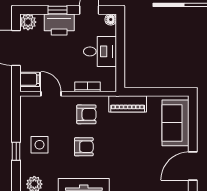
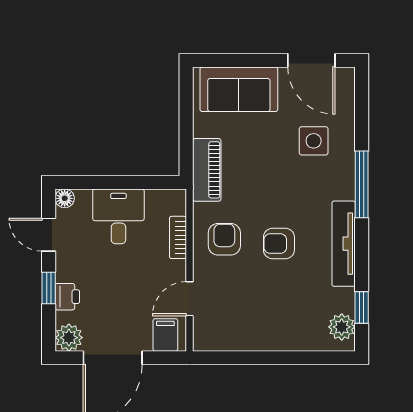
printer: (59, 25) -> (67, 297), width x0.53, depth x0.68
side table: (40, 145) -> (314, 141), moved
armchair: (84, 147) -> (279, 244), turned -90
window: (16, 151) -> (286, 358), removed

